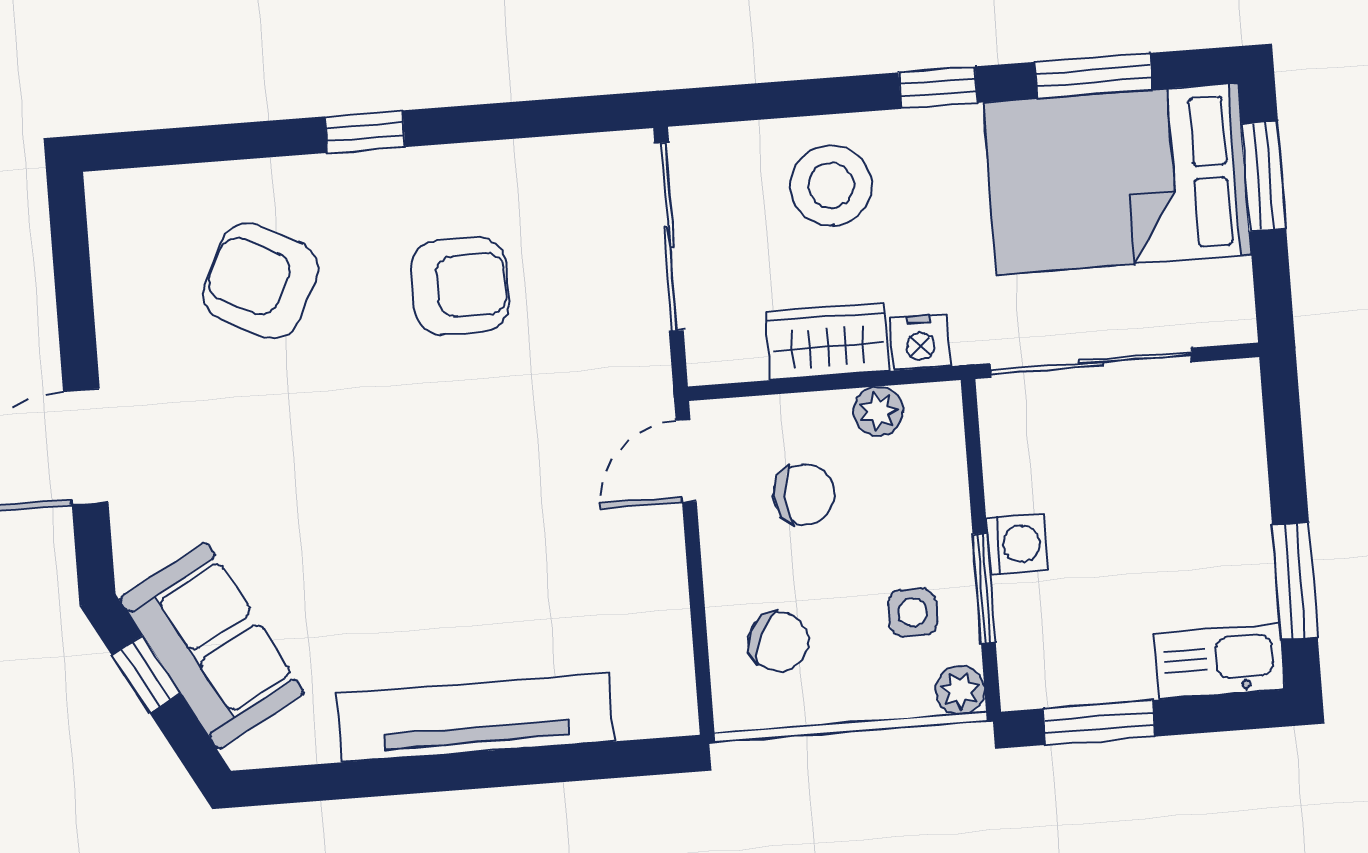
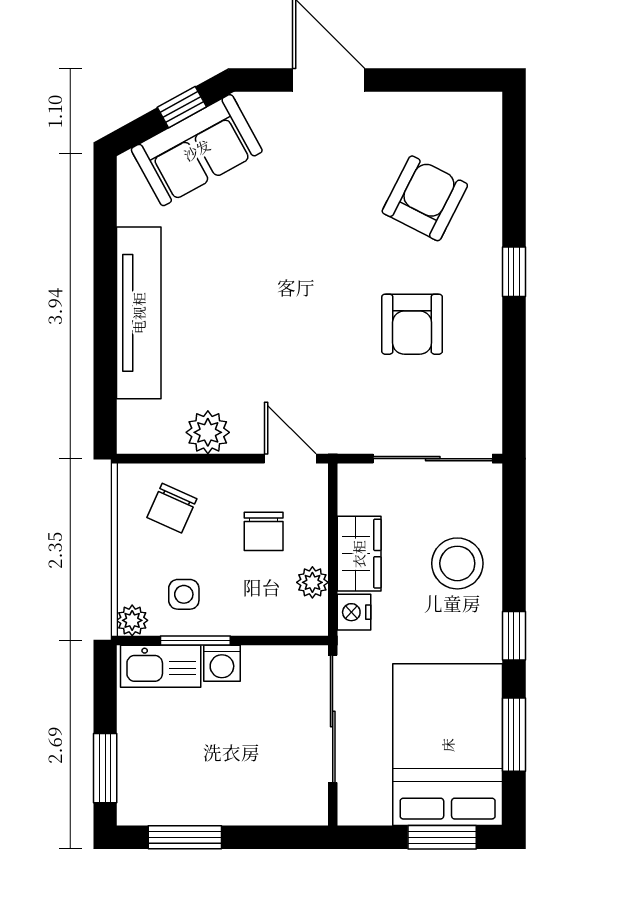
plant: (655, 594) -> (208, 432), added
kitchen sink: (1219, 661) -> (161, 666), moved, turned 90
window: (1099, 722) -> (105, 768), moved

